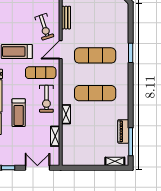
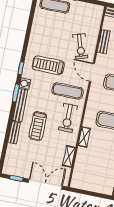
door: (61, 50) -> (92, 72), hinge flipped
double door: (37, 168) -> (45, 184), width x1.37

